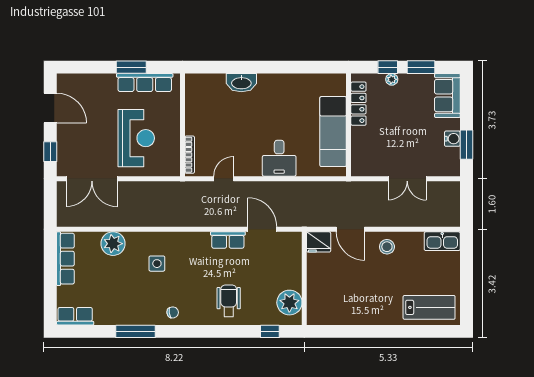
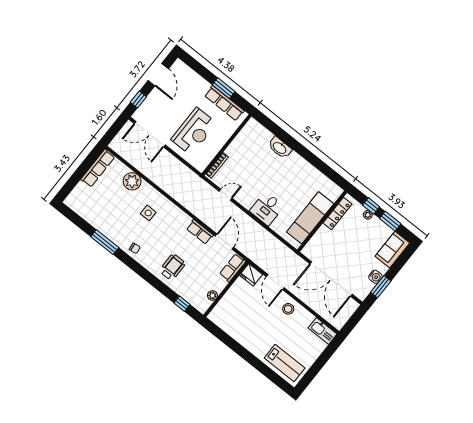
double door: (407, 179) -> (331, 279), width x1.87
plant: (289, 303) -> (213, 295), width x0.53, depth x0.53
row of seats: (75, 316) -> (233, 268), moved, turned -90

